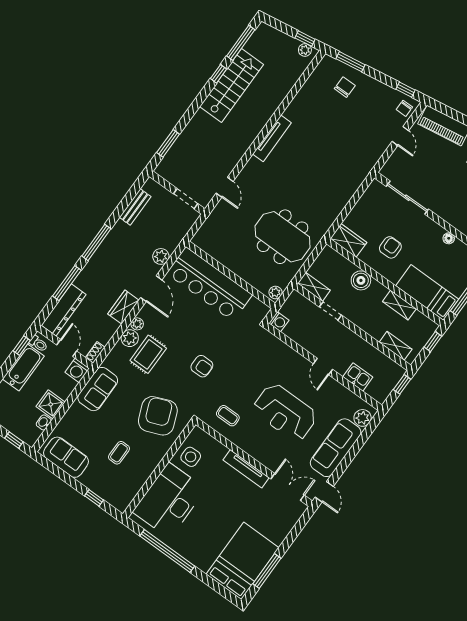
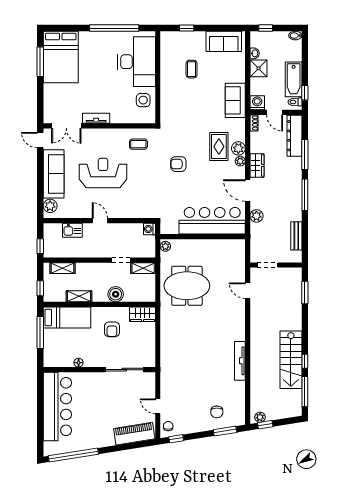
tv unit: (272, 138) -> (240, 361), moved
armchair: (158, 416) -> (184, 111), removed
tv unit: (246, 469) -> (96, 118), width x0.71

